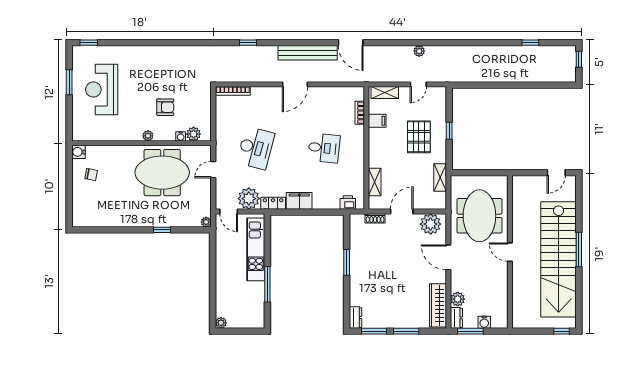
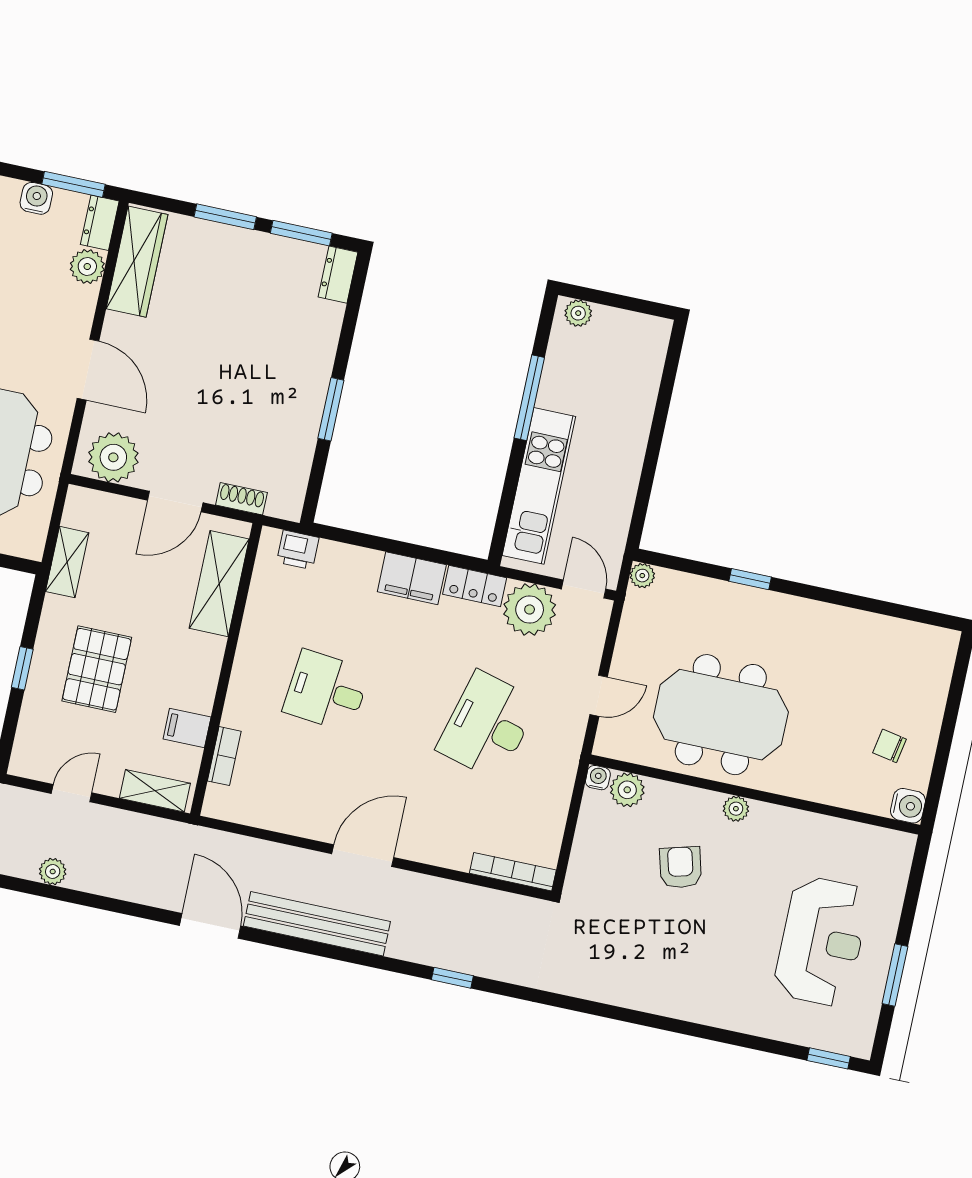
armchair: (165, 107) -> (681, 867), turned 75
water cooler: (181, 136) -> (598, 778), moved
shelving: (375, 182) -> (219, 584), width x1.50, depth x1.33
plant: (221, 323) -> (578, 313), moved

